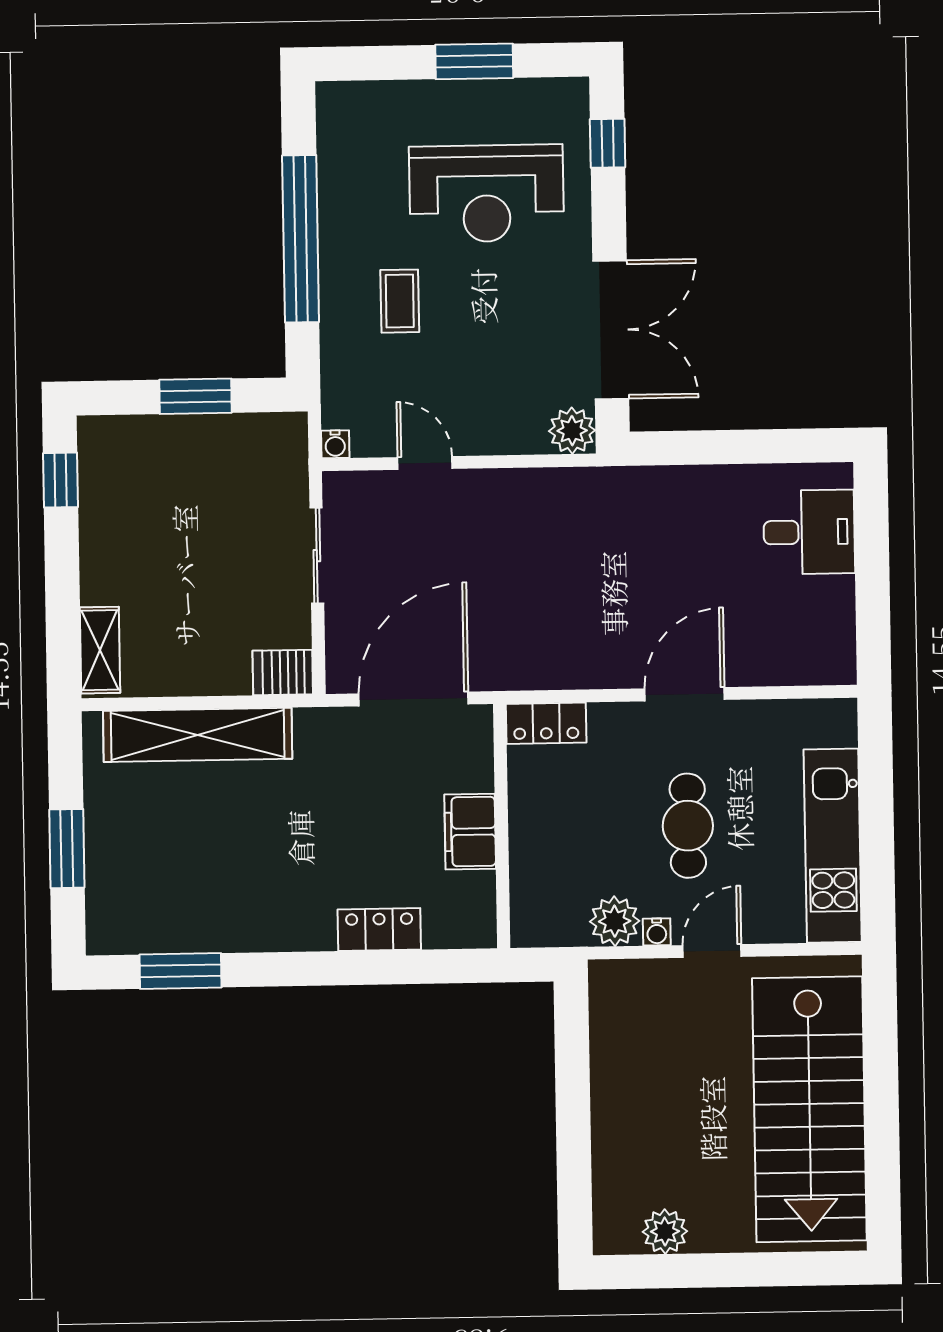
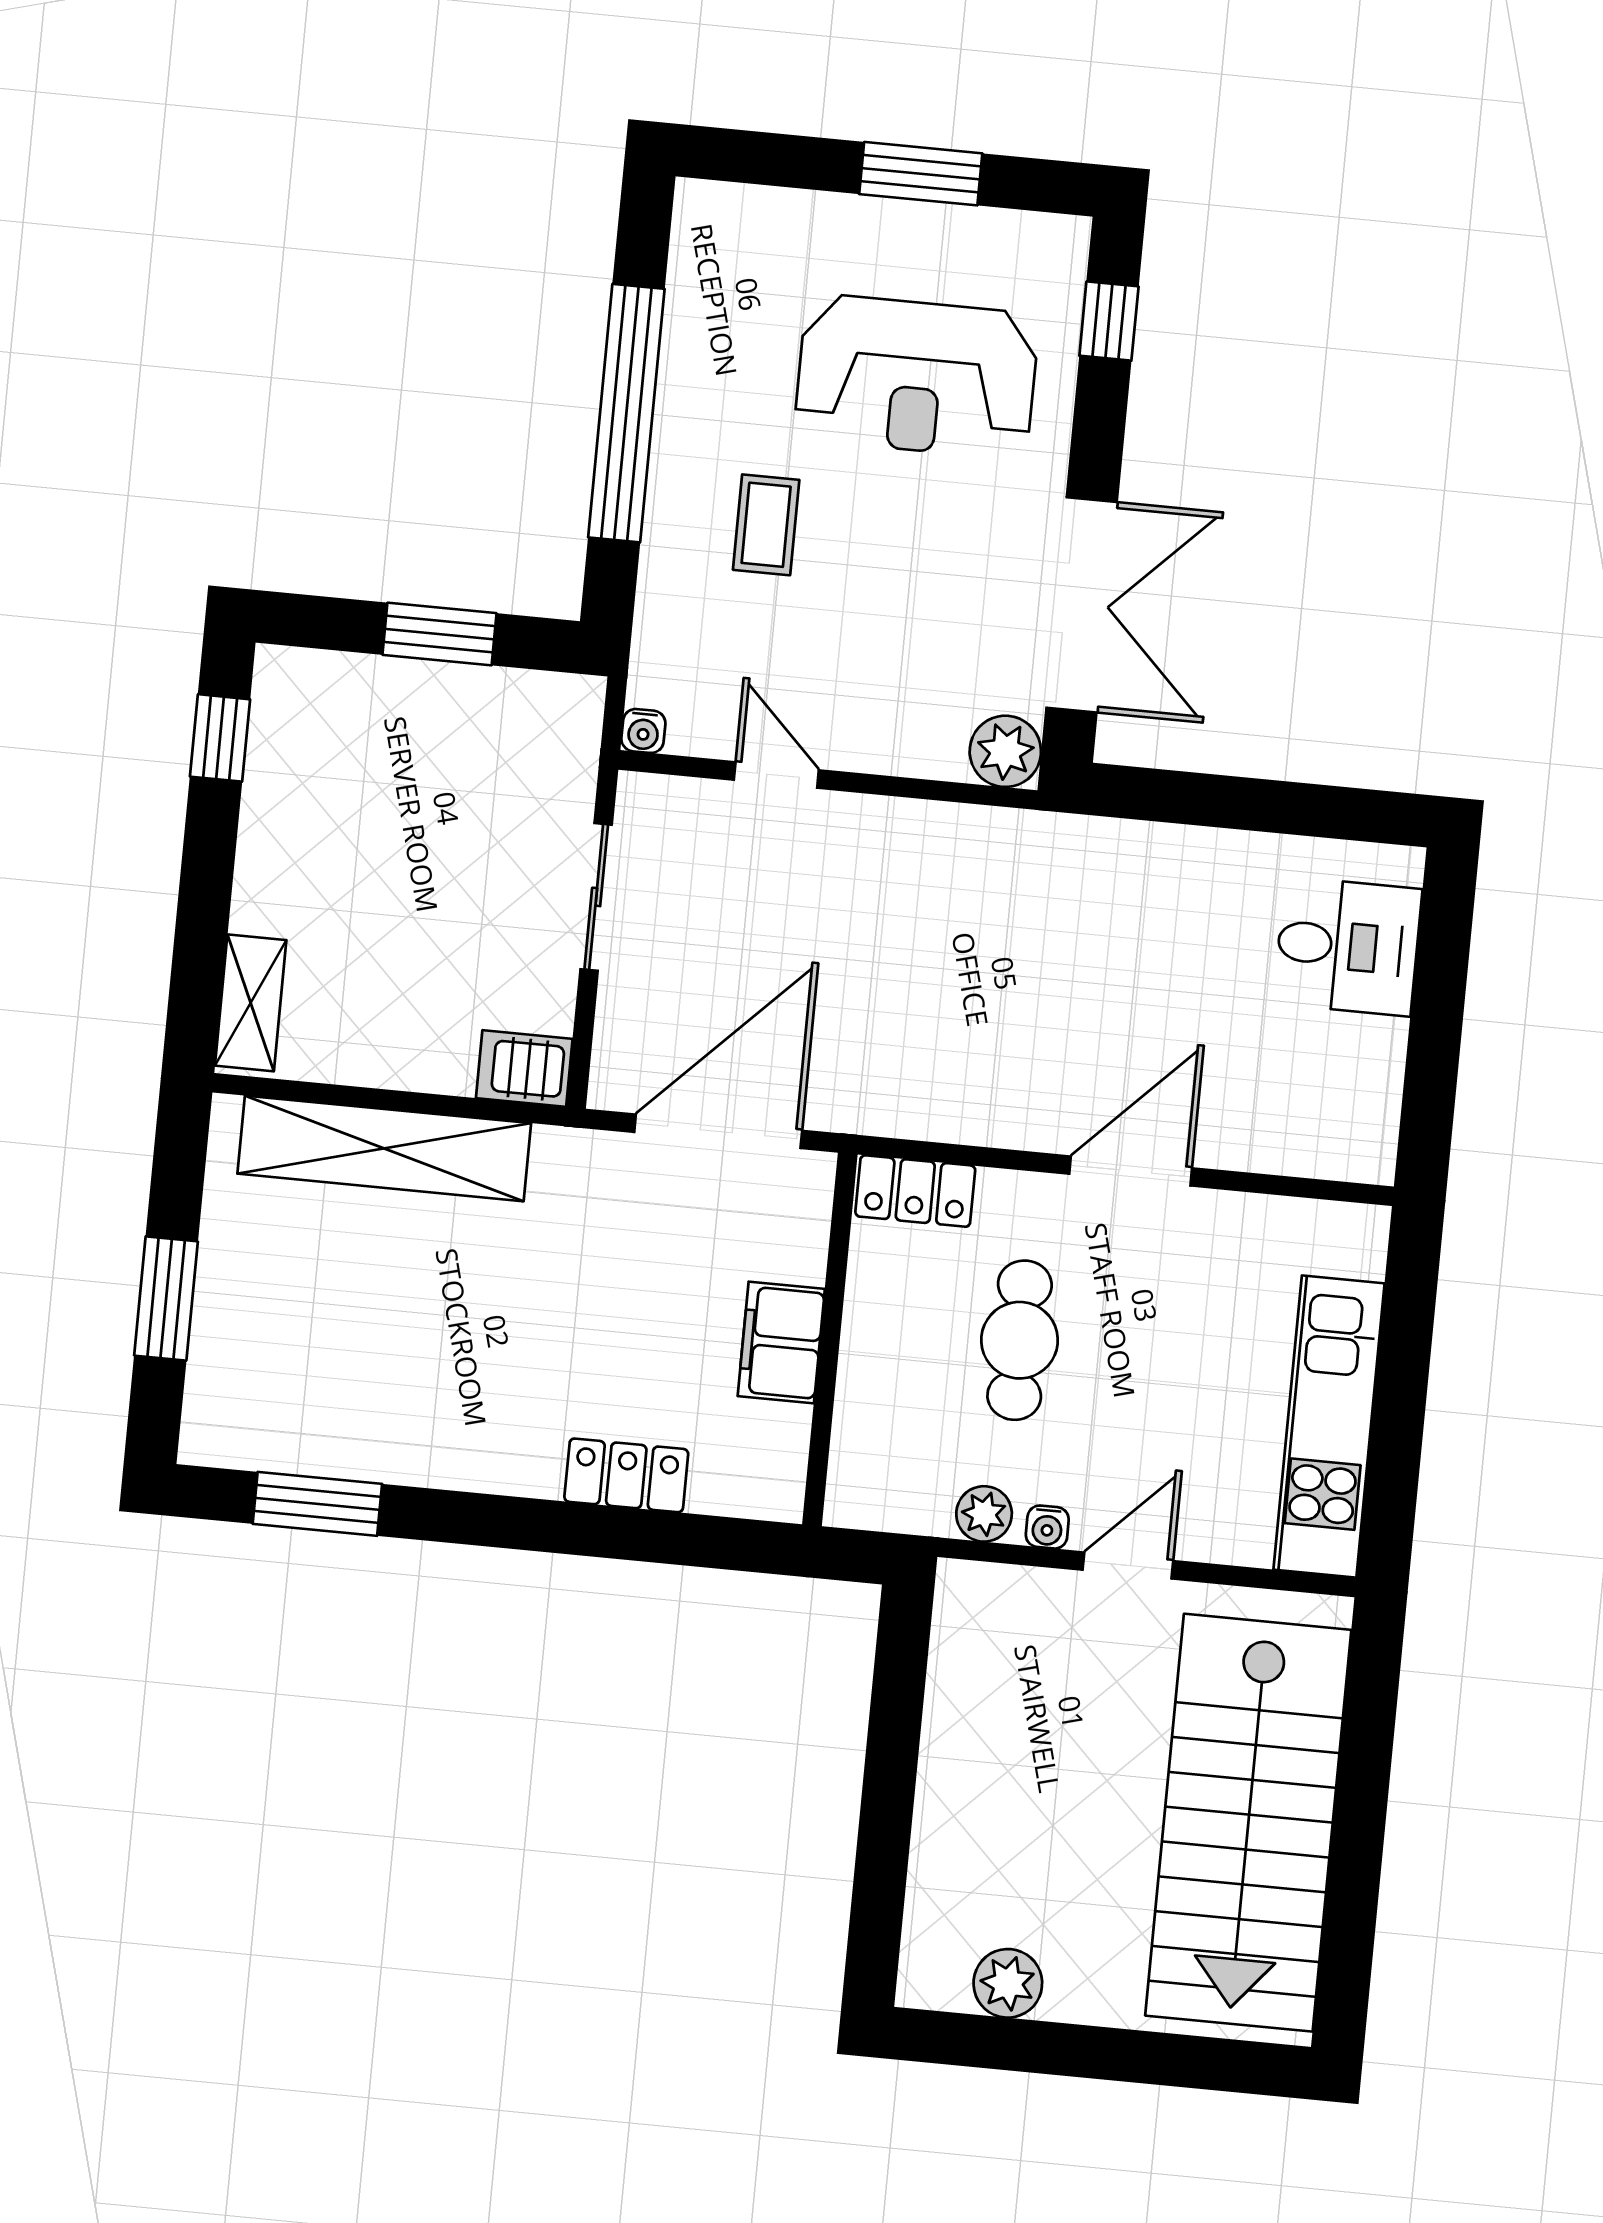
cafe table: (688, 826) -> (1020, 1340), moved
plant: (615, 921) -> (984, 1514), width x0.73, depth x0.73

